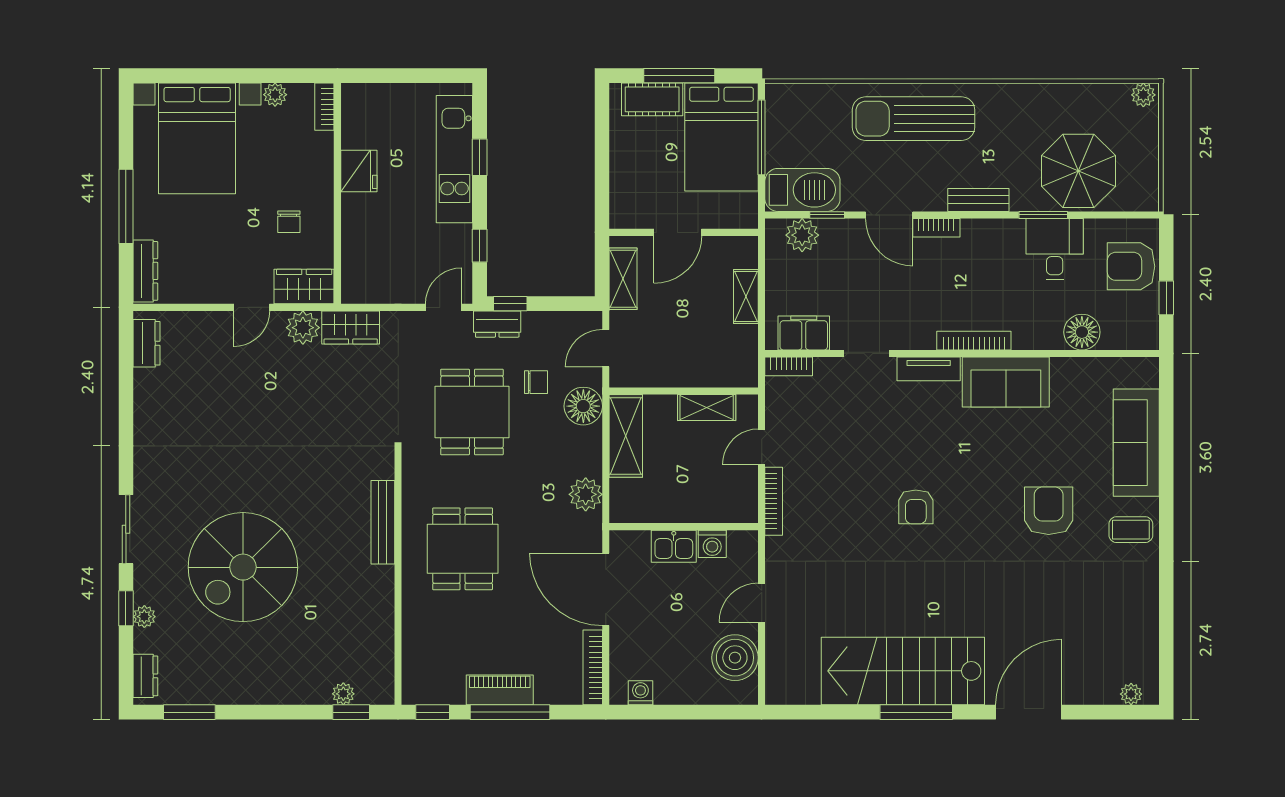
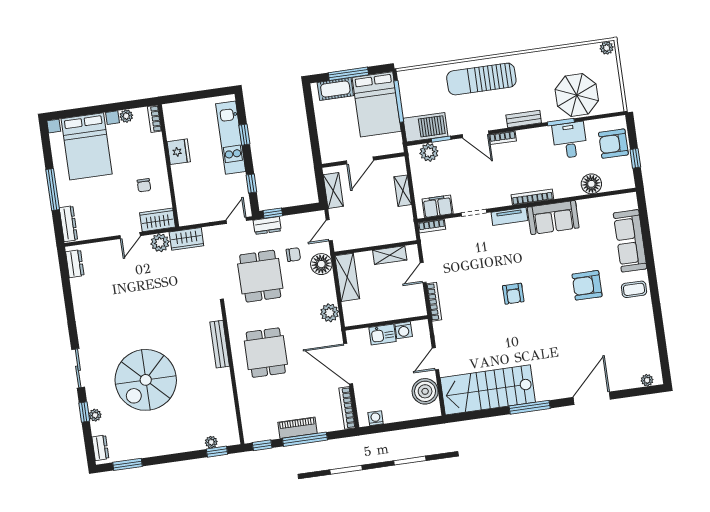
armchair: (1049, 511) -> (587, 285), turned -90
stairs: (903, 671) -> (488, 390), moved

